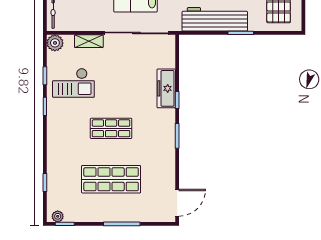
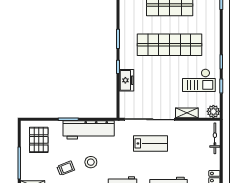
checkout: (73, 83) -> (199, 80), turned 180
freezer: (166, 88) -> (126, 80), width x0.71
shop shelf: (111, 128) -> (170, 45), width x2.00, depth x1.36

